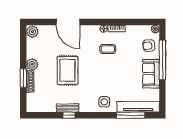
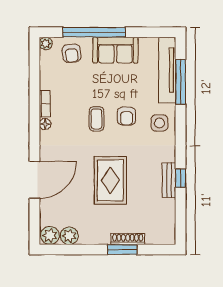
coffee table: (108, 49) -> (96, 119), moved
plant: (32, 64) -> (69, 236), moved
rug: (68, 70) -> (110, 180), turned 90
armchair: (109, 81) -> (126, 116), added

